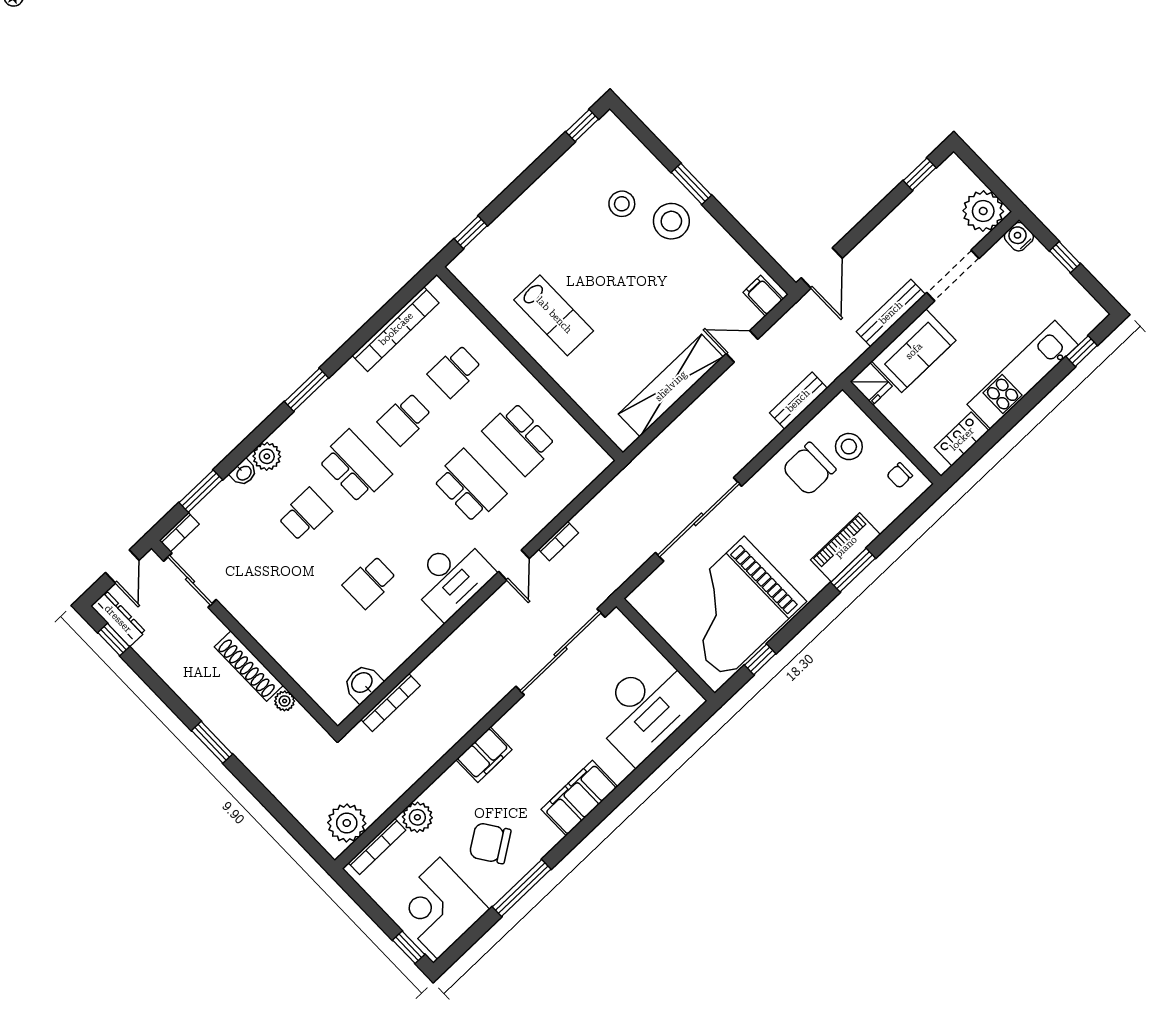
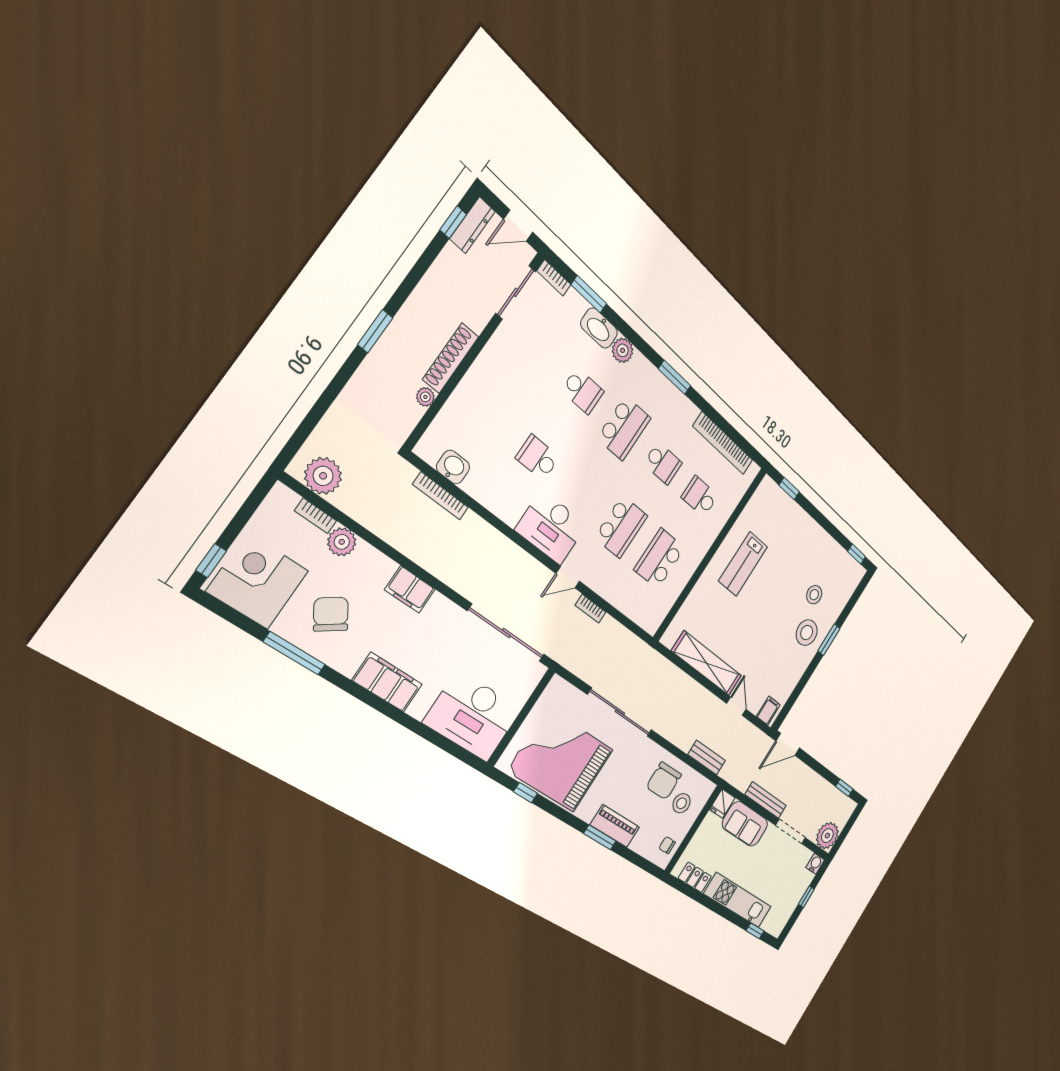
school desk: (405, 419) -> (663, 463), turned 180
chair: (809, 469) -> (664, 781), turned -91
washbasin: (244, 473) -> (599, 328), width x1.91, depth x1.45
bookcase: (377, 846) -> (316, 516), width x0.64

